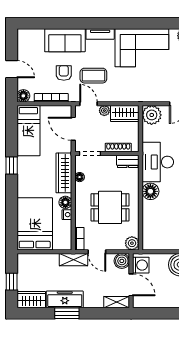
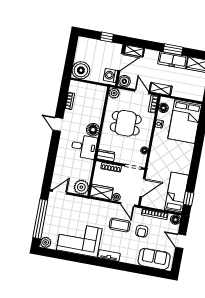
sofa: (65, 40) -> (154, 259), moved
door: (73, 129) -> (142, 188), hinge flipped
desk: (158, 162) -> (84, 147), width x0.73
window: (12, 165) -> (189, 199), moved
wardrobe: (64, 173) -> (156, 156), removed
floor lamp: (65, 202) -> (163, 108), moved
door: (131, 285) -> (121, 62), swing flipped
window: (155, 313) -> (107, 37), added

